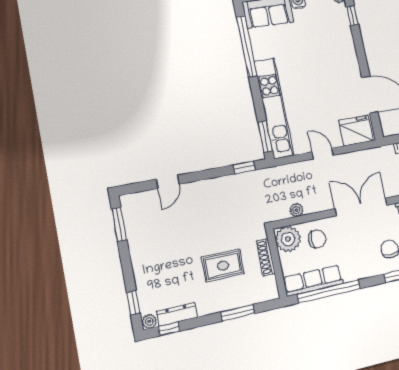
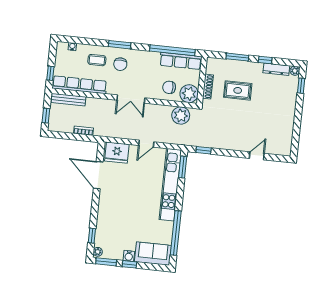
door: (323, 154) -> (146, 144), hinge flipped
double door: (361, 207) -> (131, 99), width x0.73
plant: (296, 210) -> (181, 116), width x1.88, depth x1.88
window: (119, 224) -> (296, 138), removed
window: (169, 329) -> (265, 60), moved

